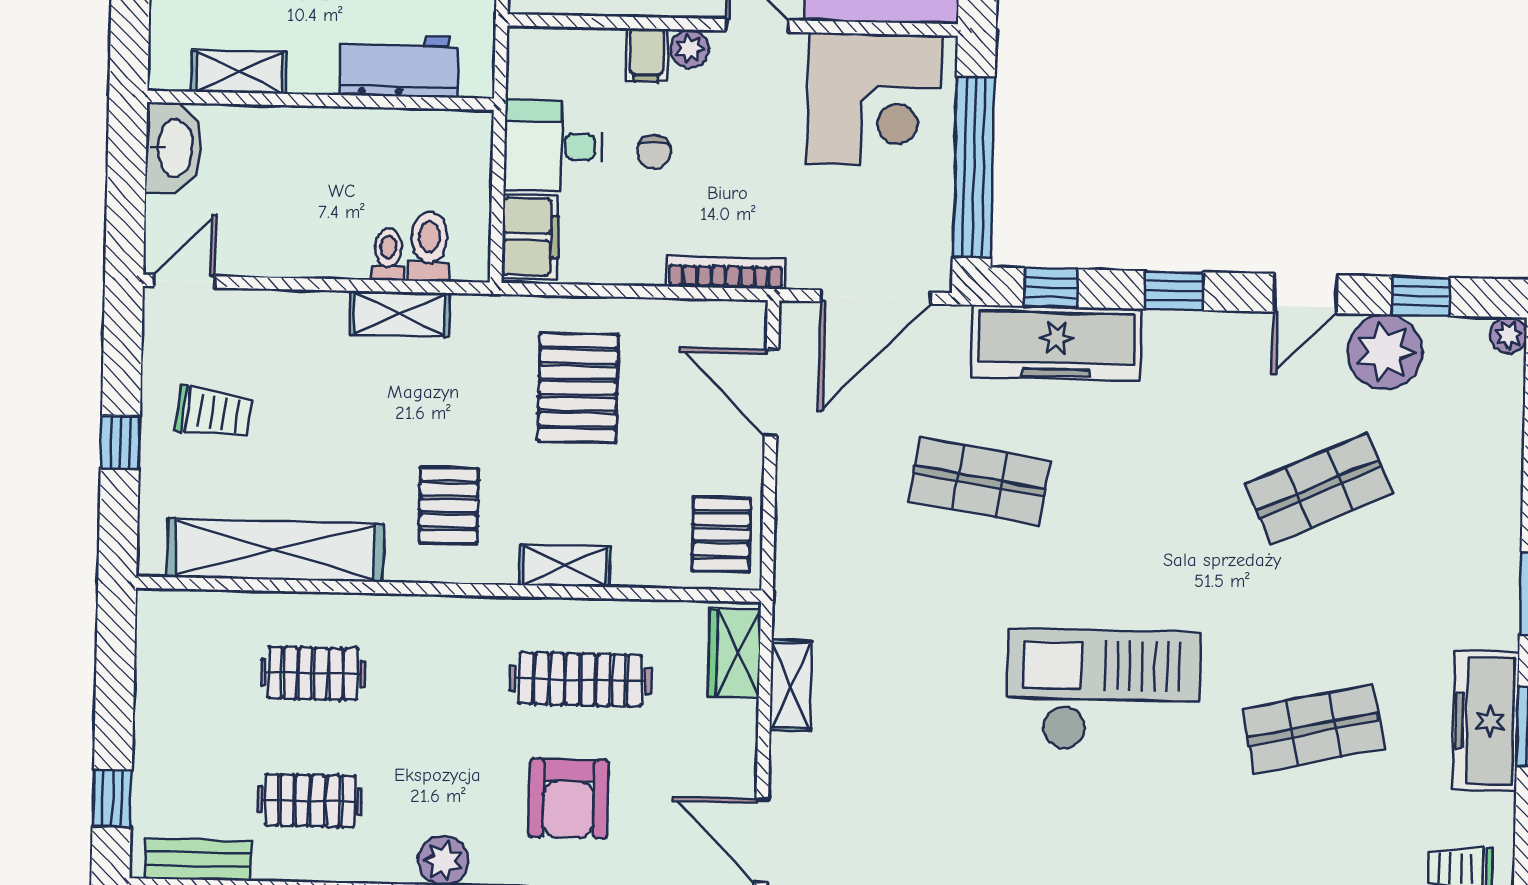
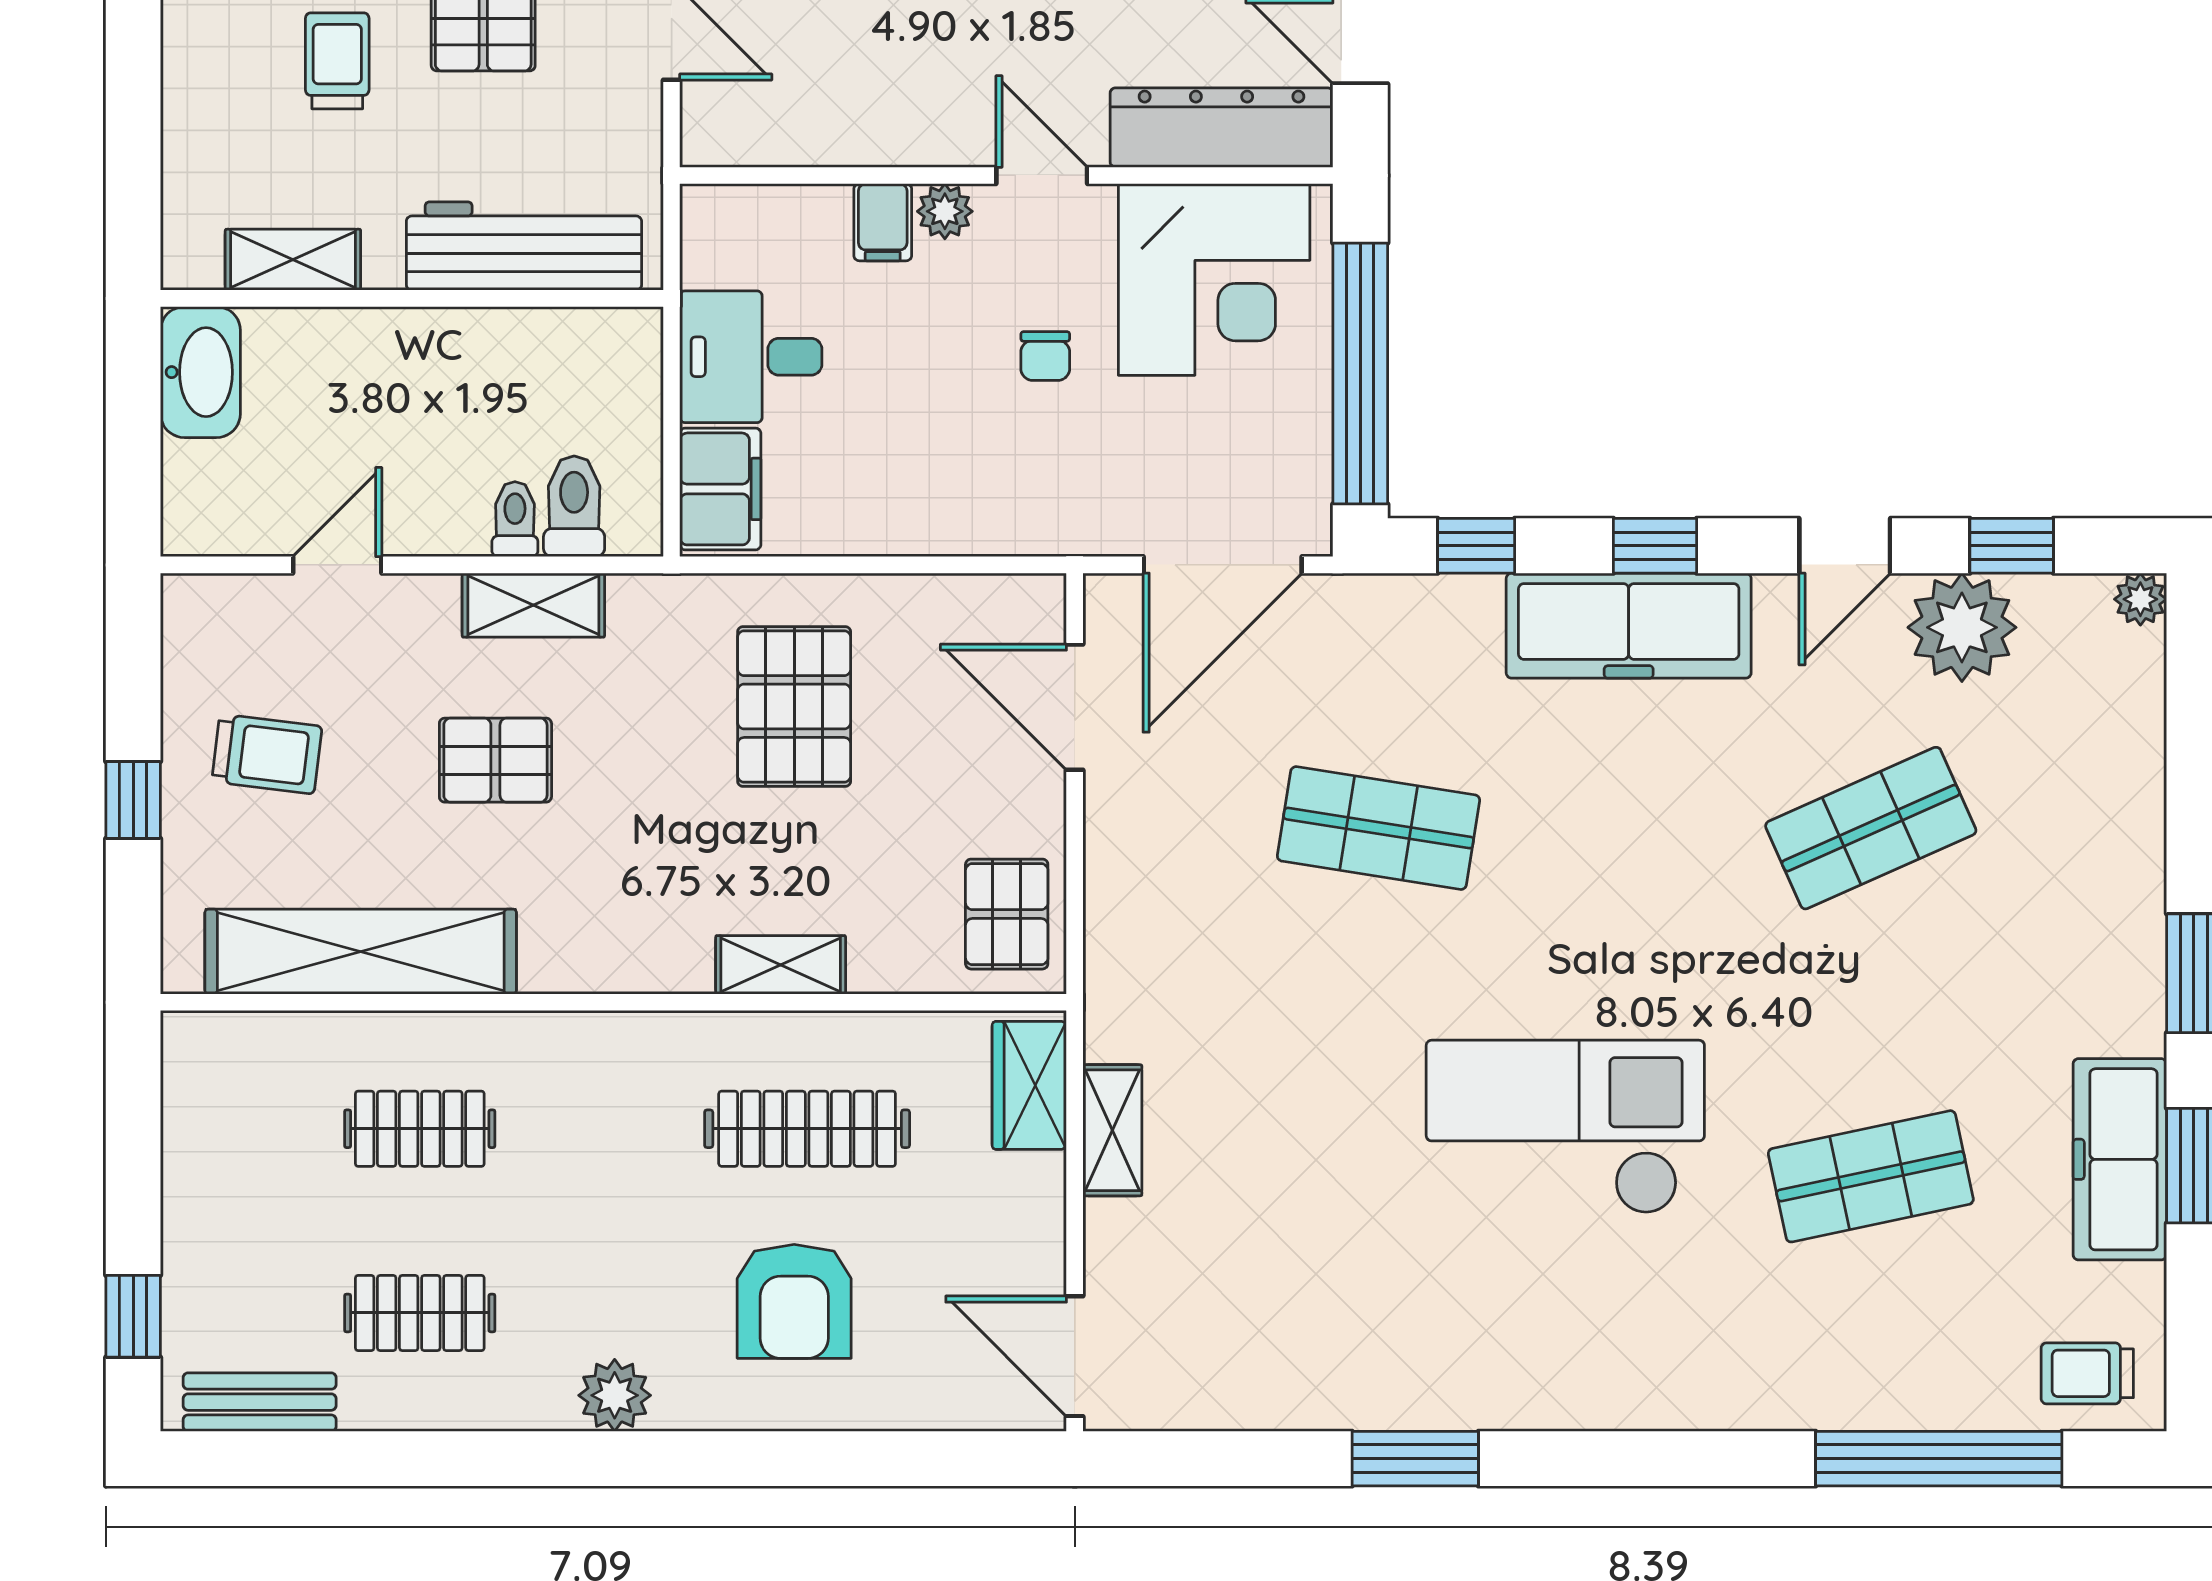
workbench: (399, 66) -> (524, 246), width x1.38
chair: (654, 152) -> (1045, 356), moved
bookcase: (726, 273) -> (1005, 535), removed
door: (184, 281) -> (337, 565), moved
freezer: (1056, 343) -> (1629, 626), moved
pallet: (449, 505) -> (495, 760), moved, turned 90

